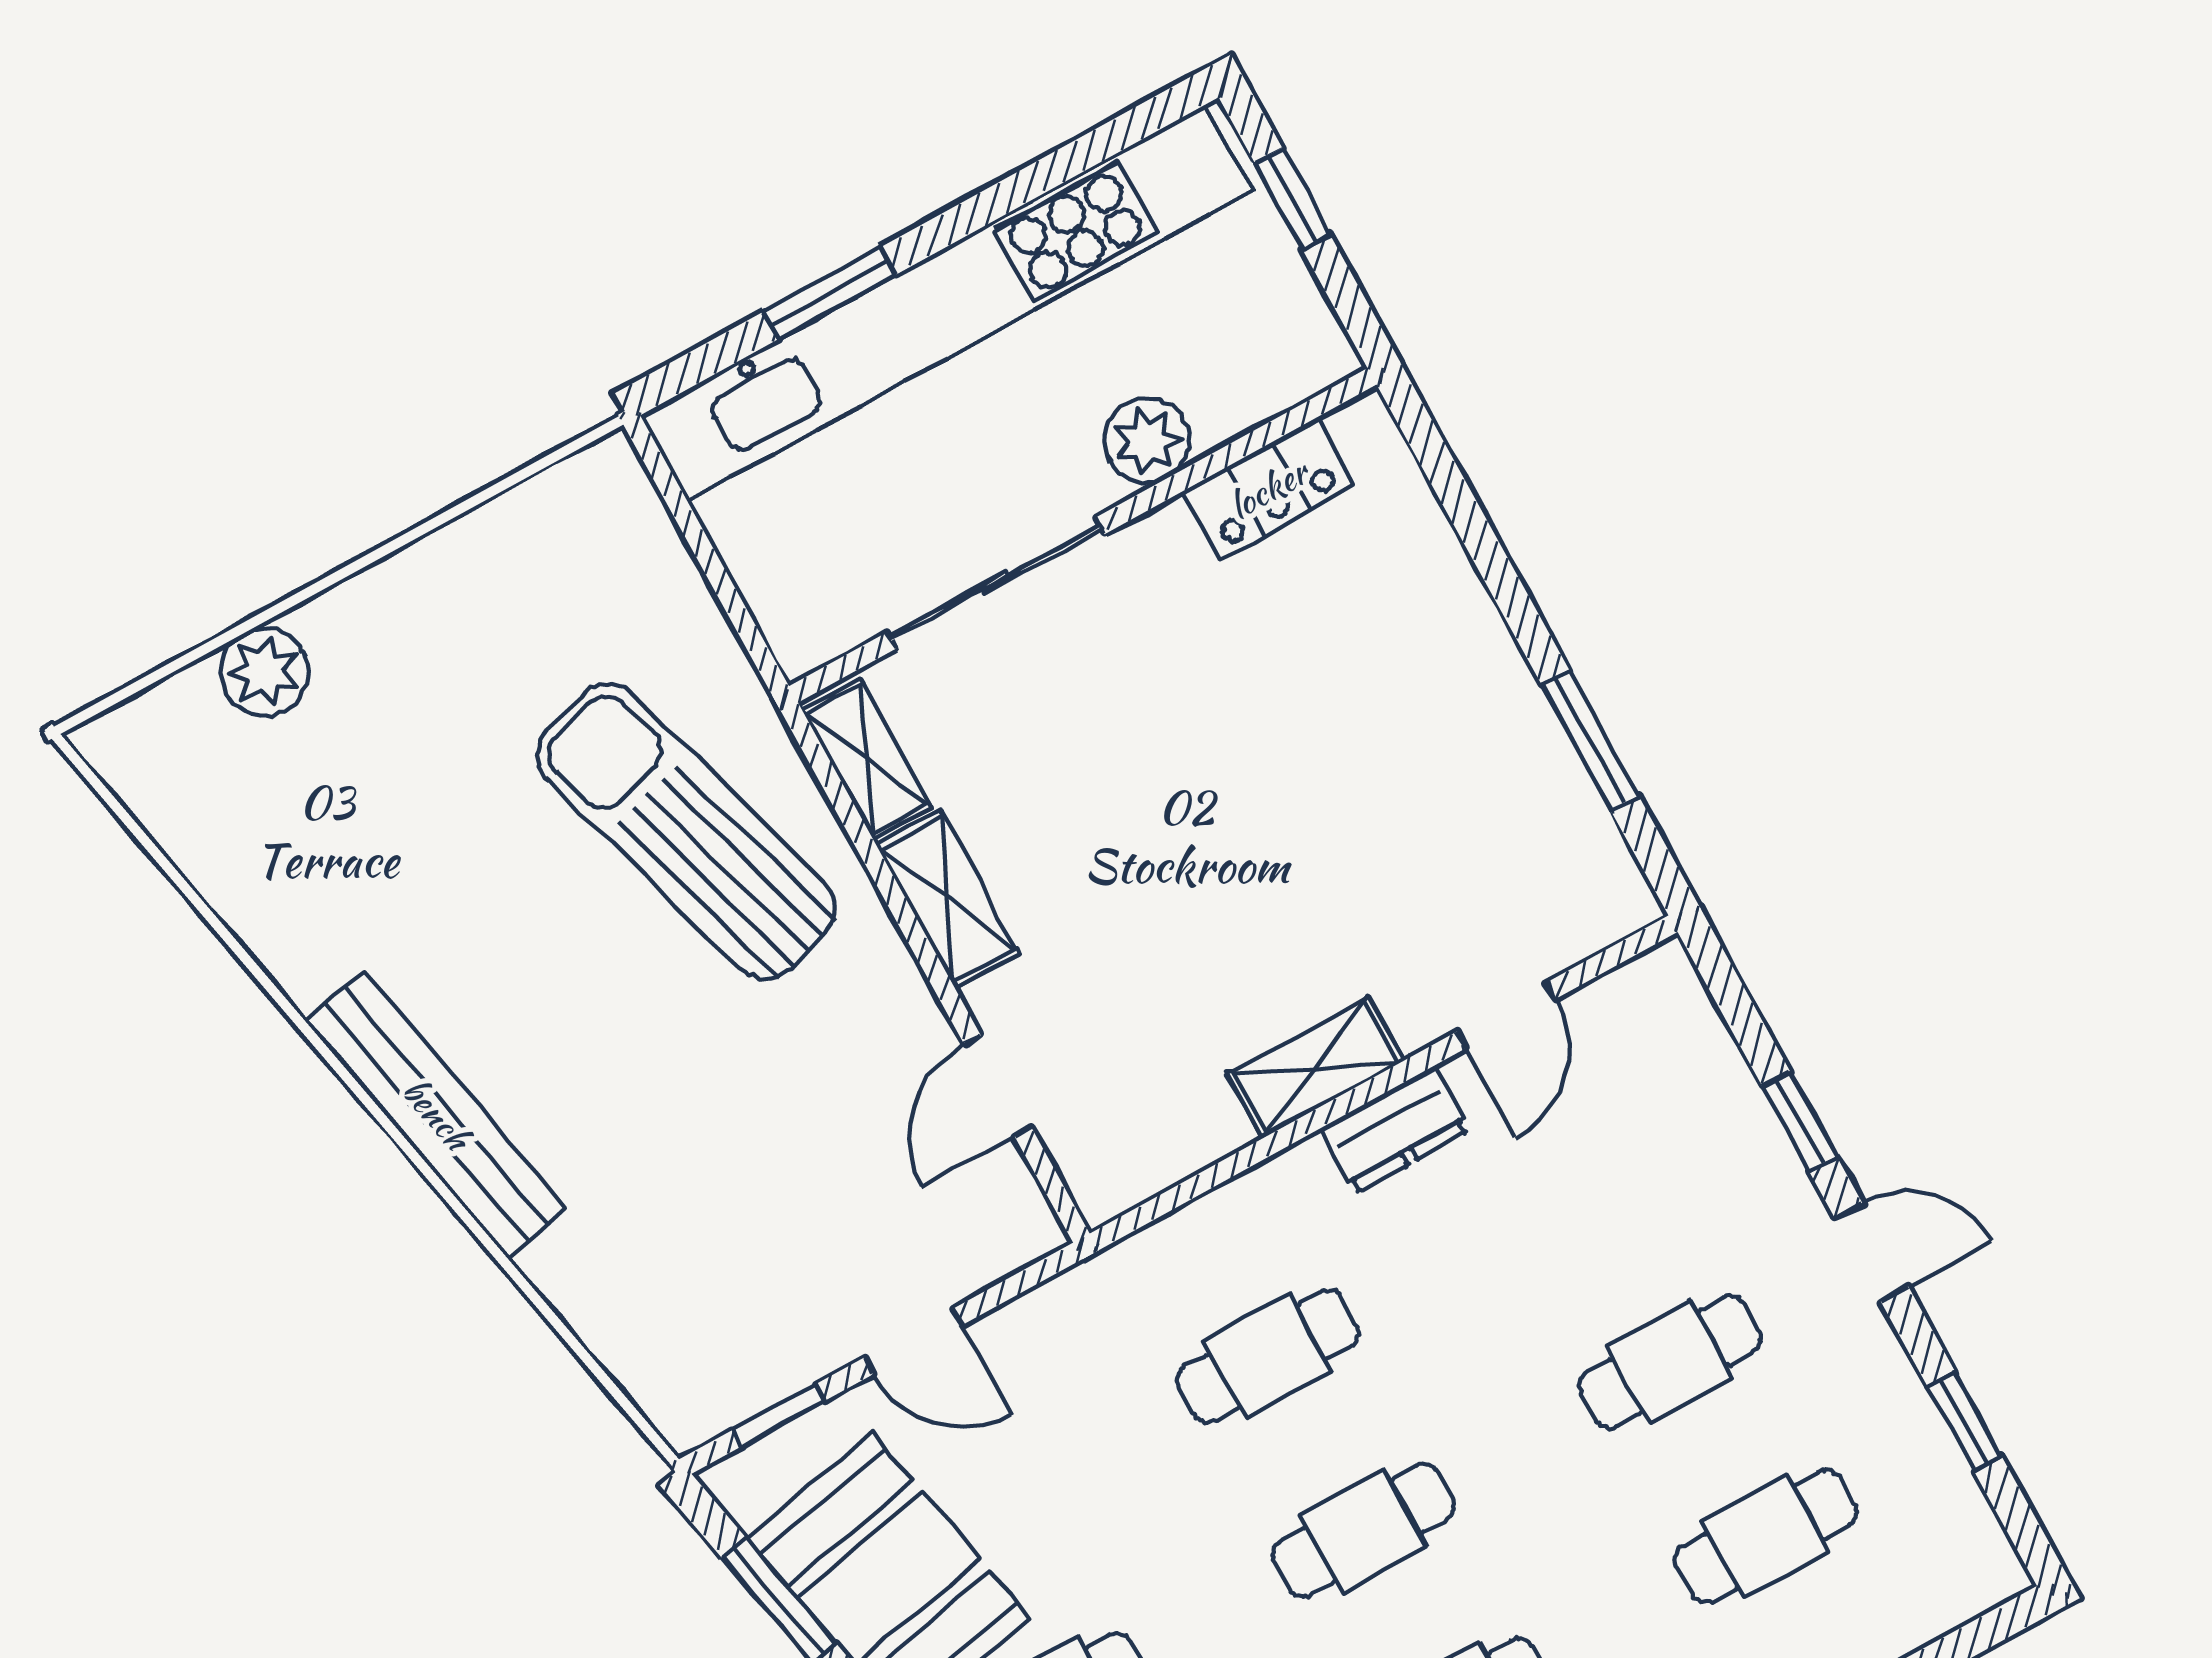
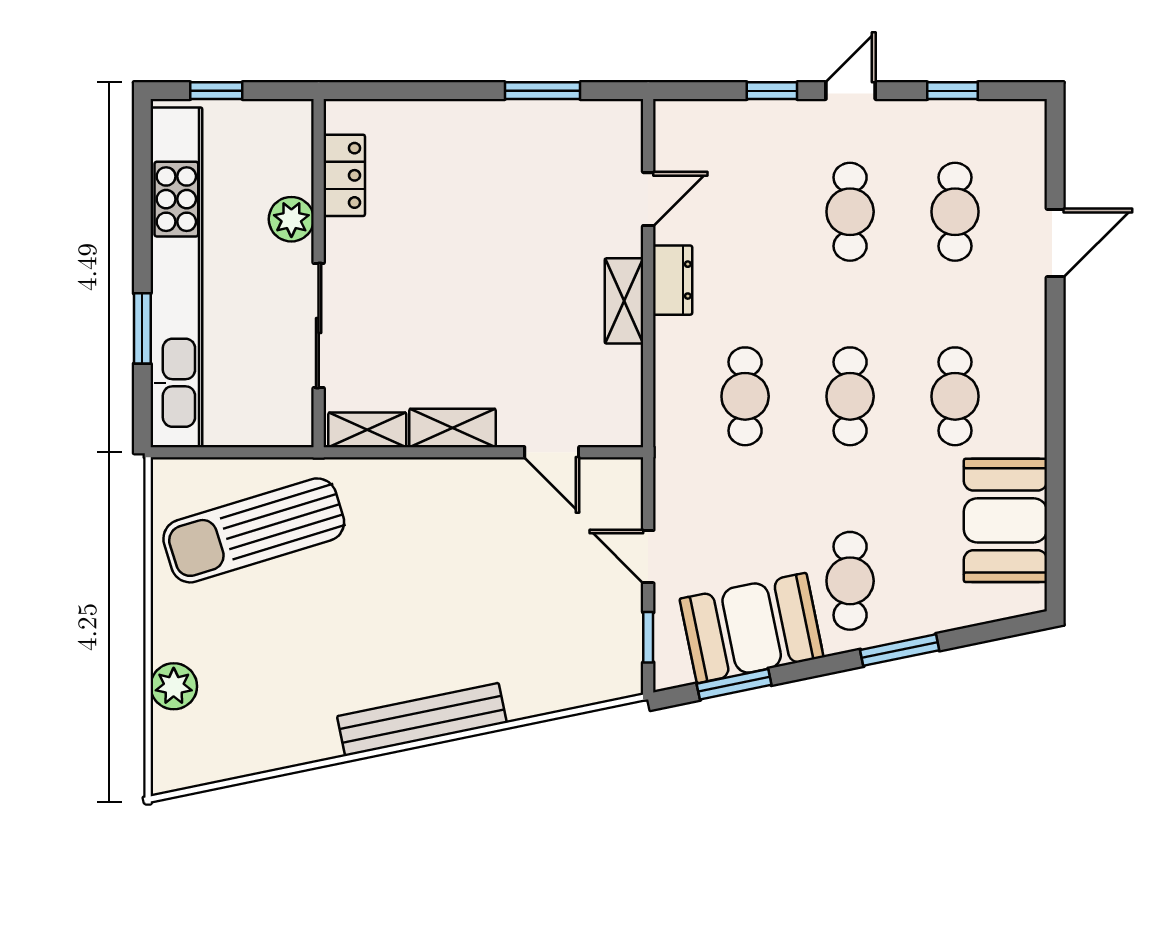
sun lounger: (686, 832) -> (254, 530), moved
door: (1507, 1015) -> (648, 199), hinge flipped
door: (913, 1342) -> (648, 557), swing flipped

